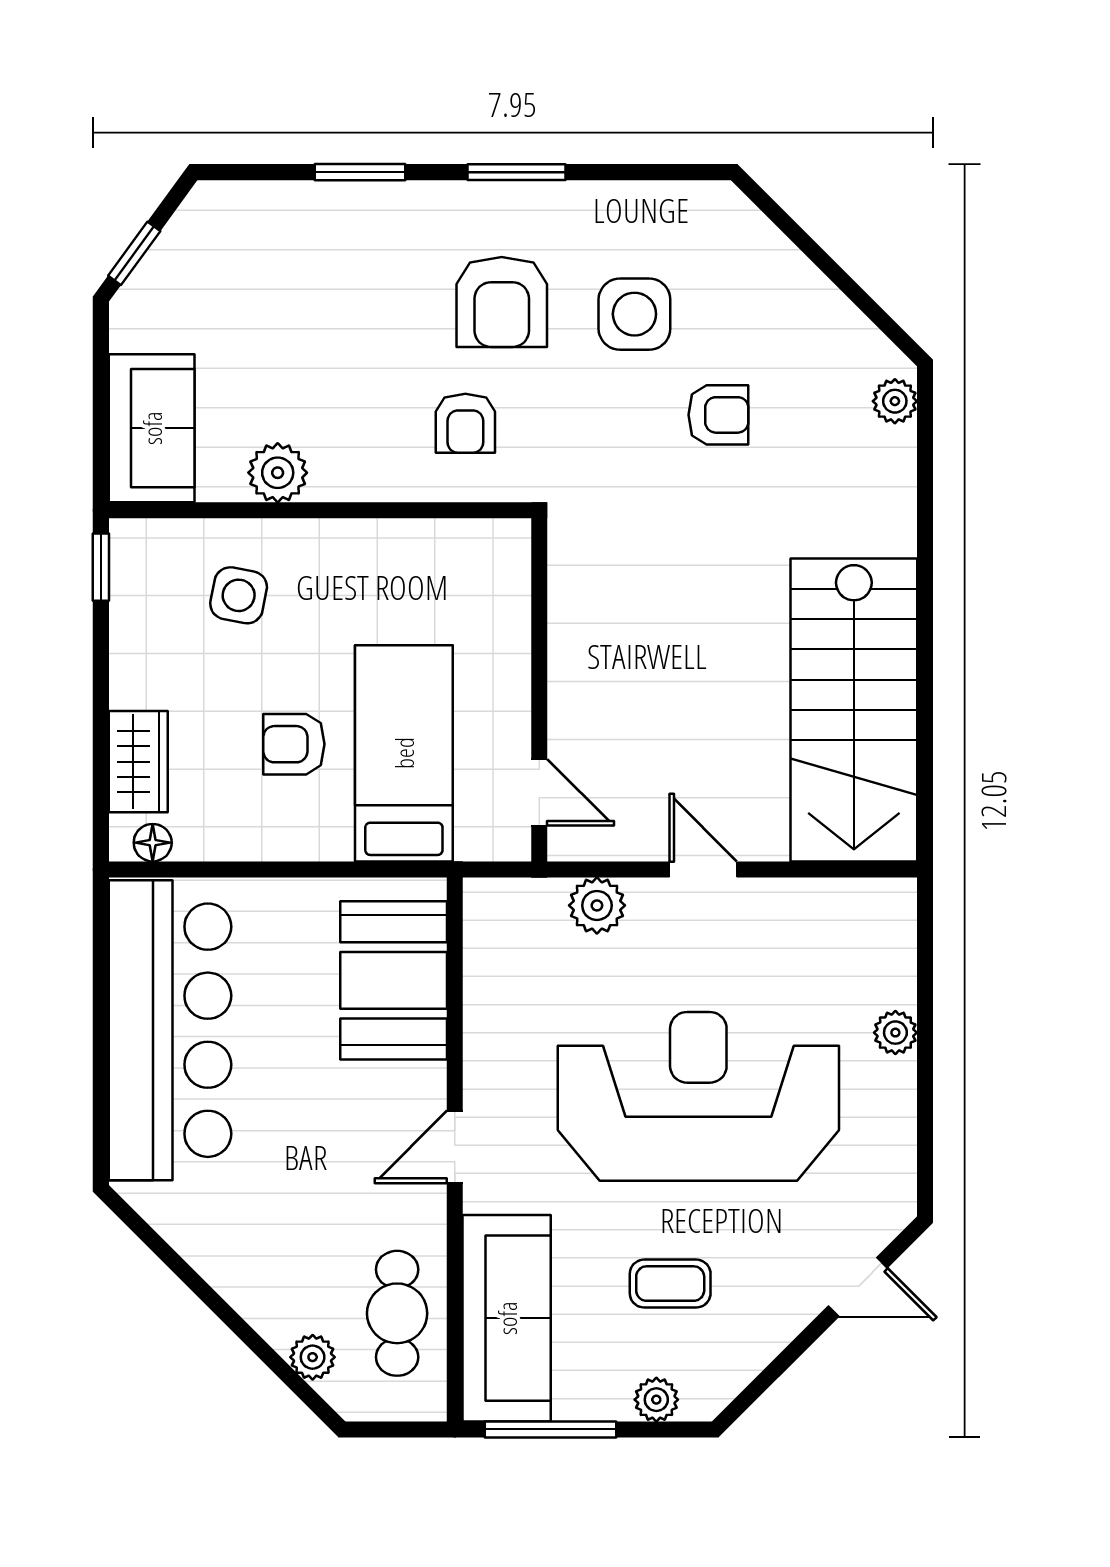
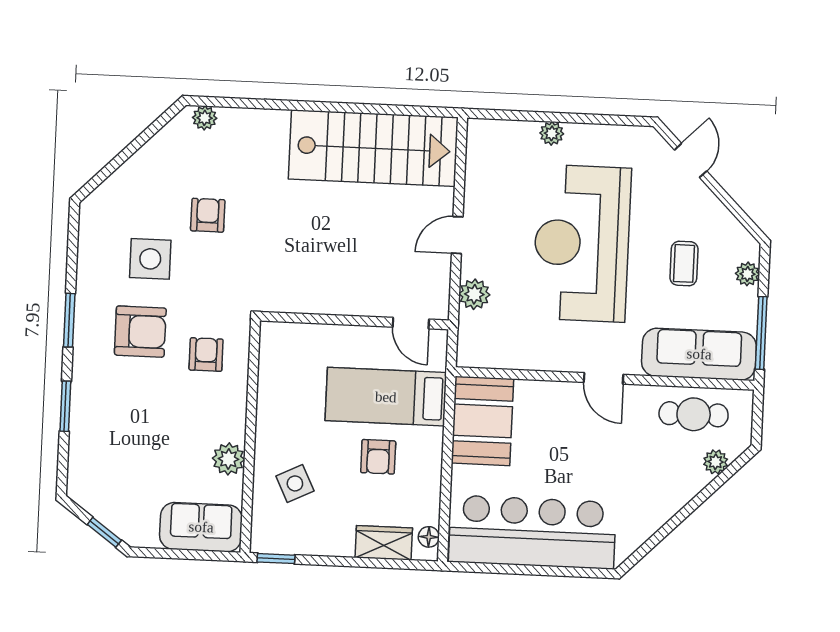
armchair: (465, 423) -> (206, 355), turned -90
side table: (239, 595) -> (295, 483), turned -37
door: (539, 792) -> (411, 323), swing flipped
booth: (394, 980) -> (482, 421), moved, turned 90

